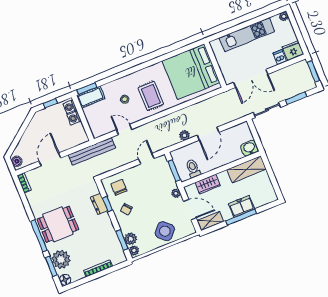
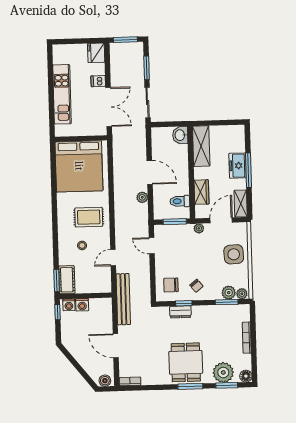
plant: (284, 16) -> (57, 49), removed
dishwasher: (280, 57) -> (98, 81), moved
window: (50, 103) -> (57, 312), moved
side table: (165, 231) -> (234, 254), turned 45
window: (39, 236) -> (190, 386), width x0.69

